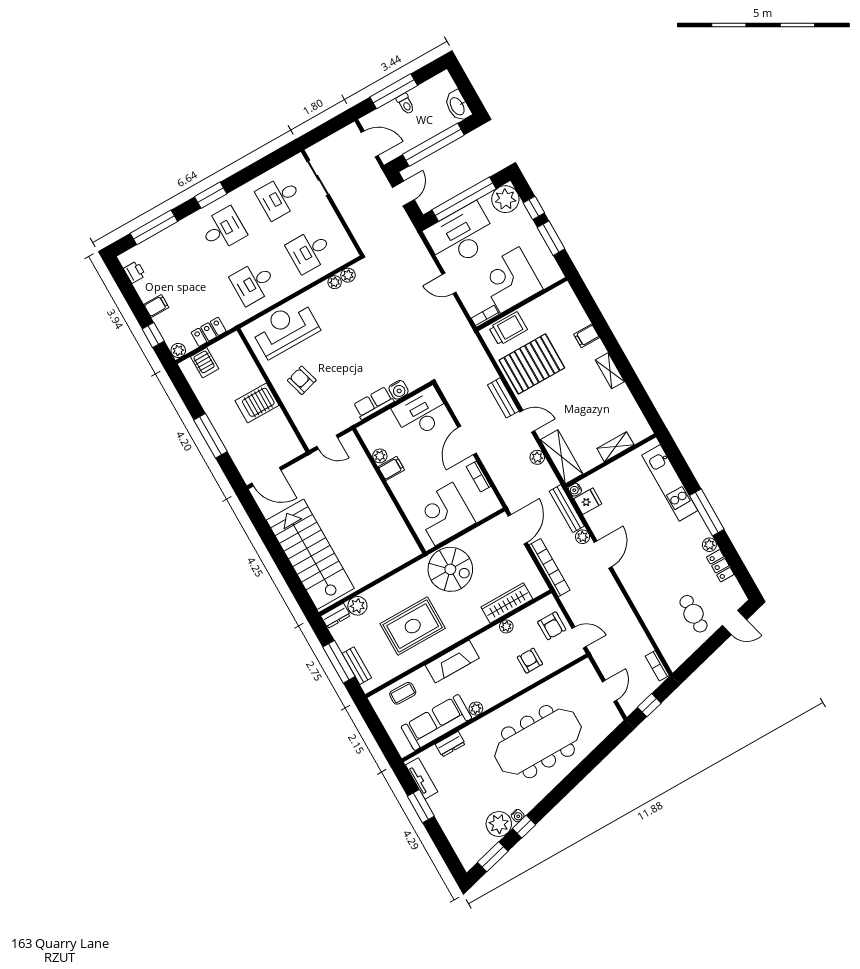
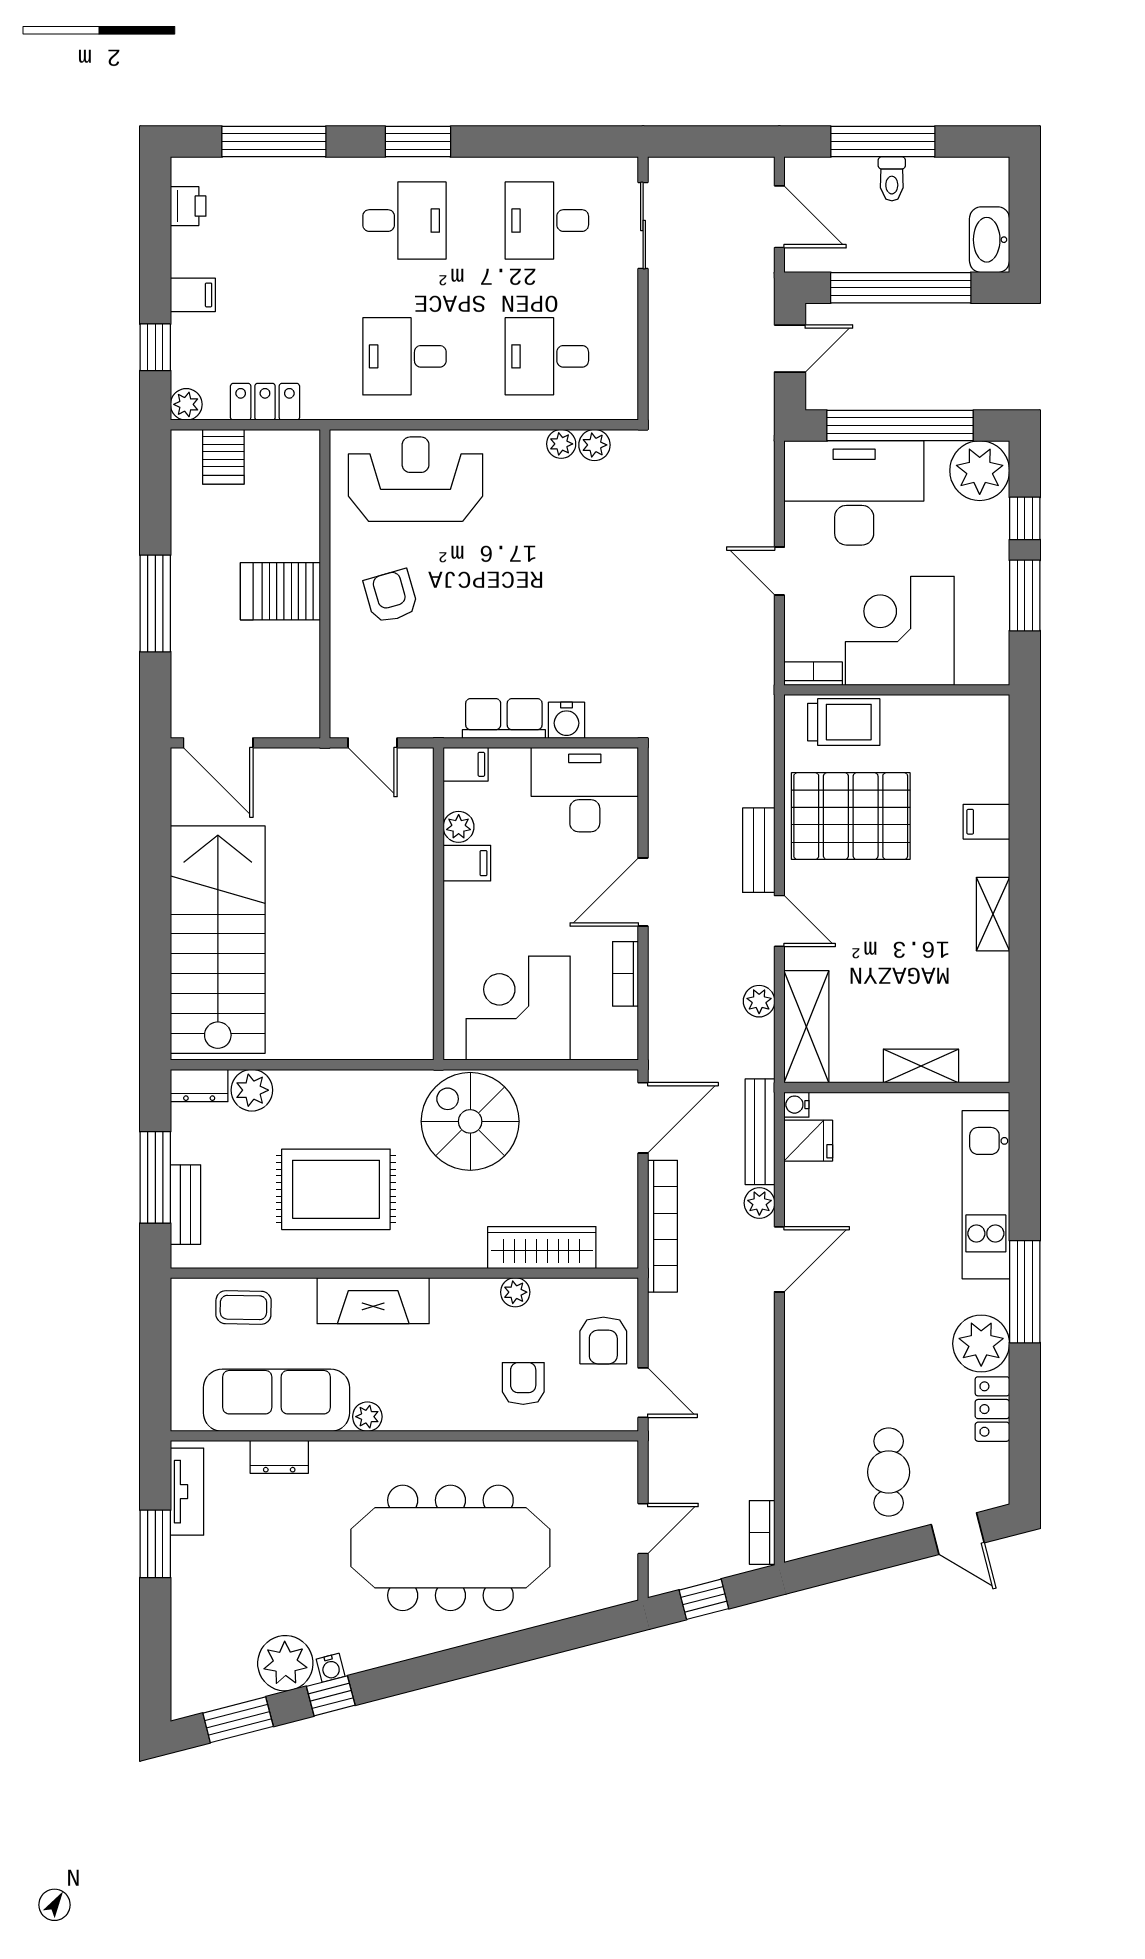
filing cabinet: (369, 430) -> (466, 764), added
plant: (709, 545) -> (981, 1344), width x1.88, depth x1.88
spiral stairs: (450, 569) -> (470, 1121), turned 180

